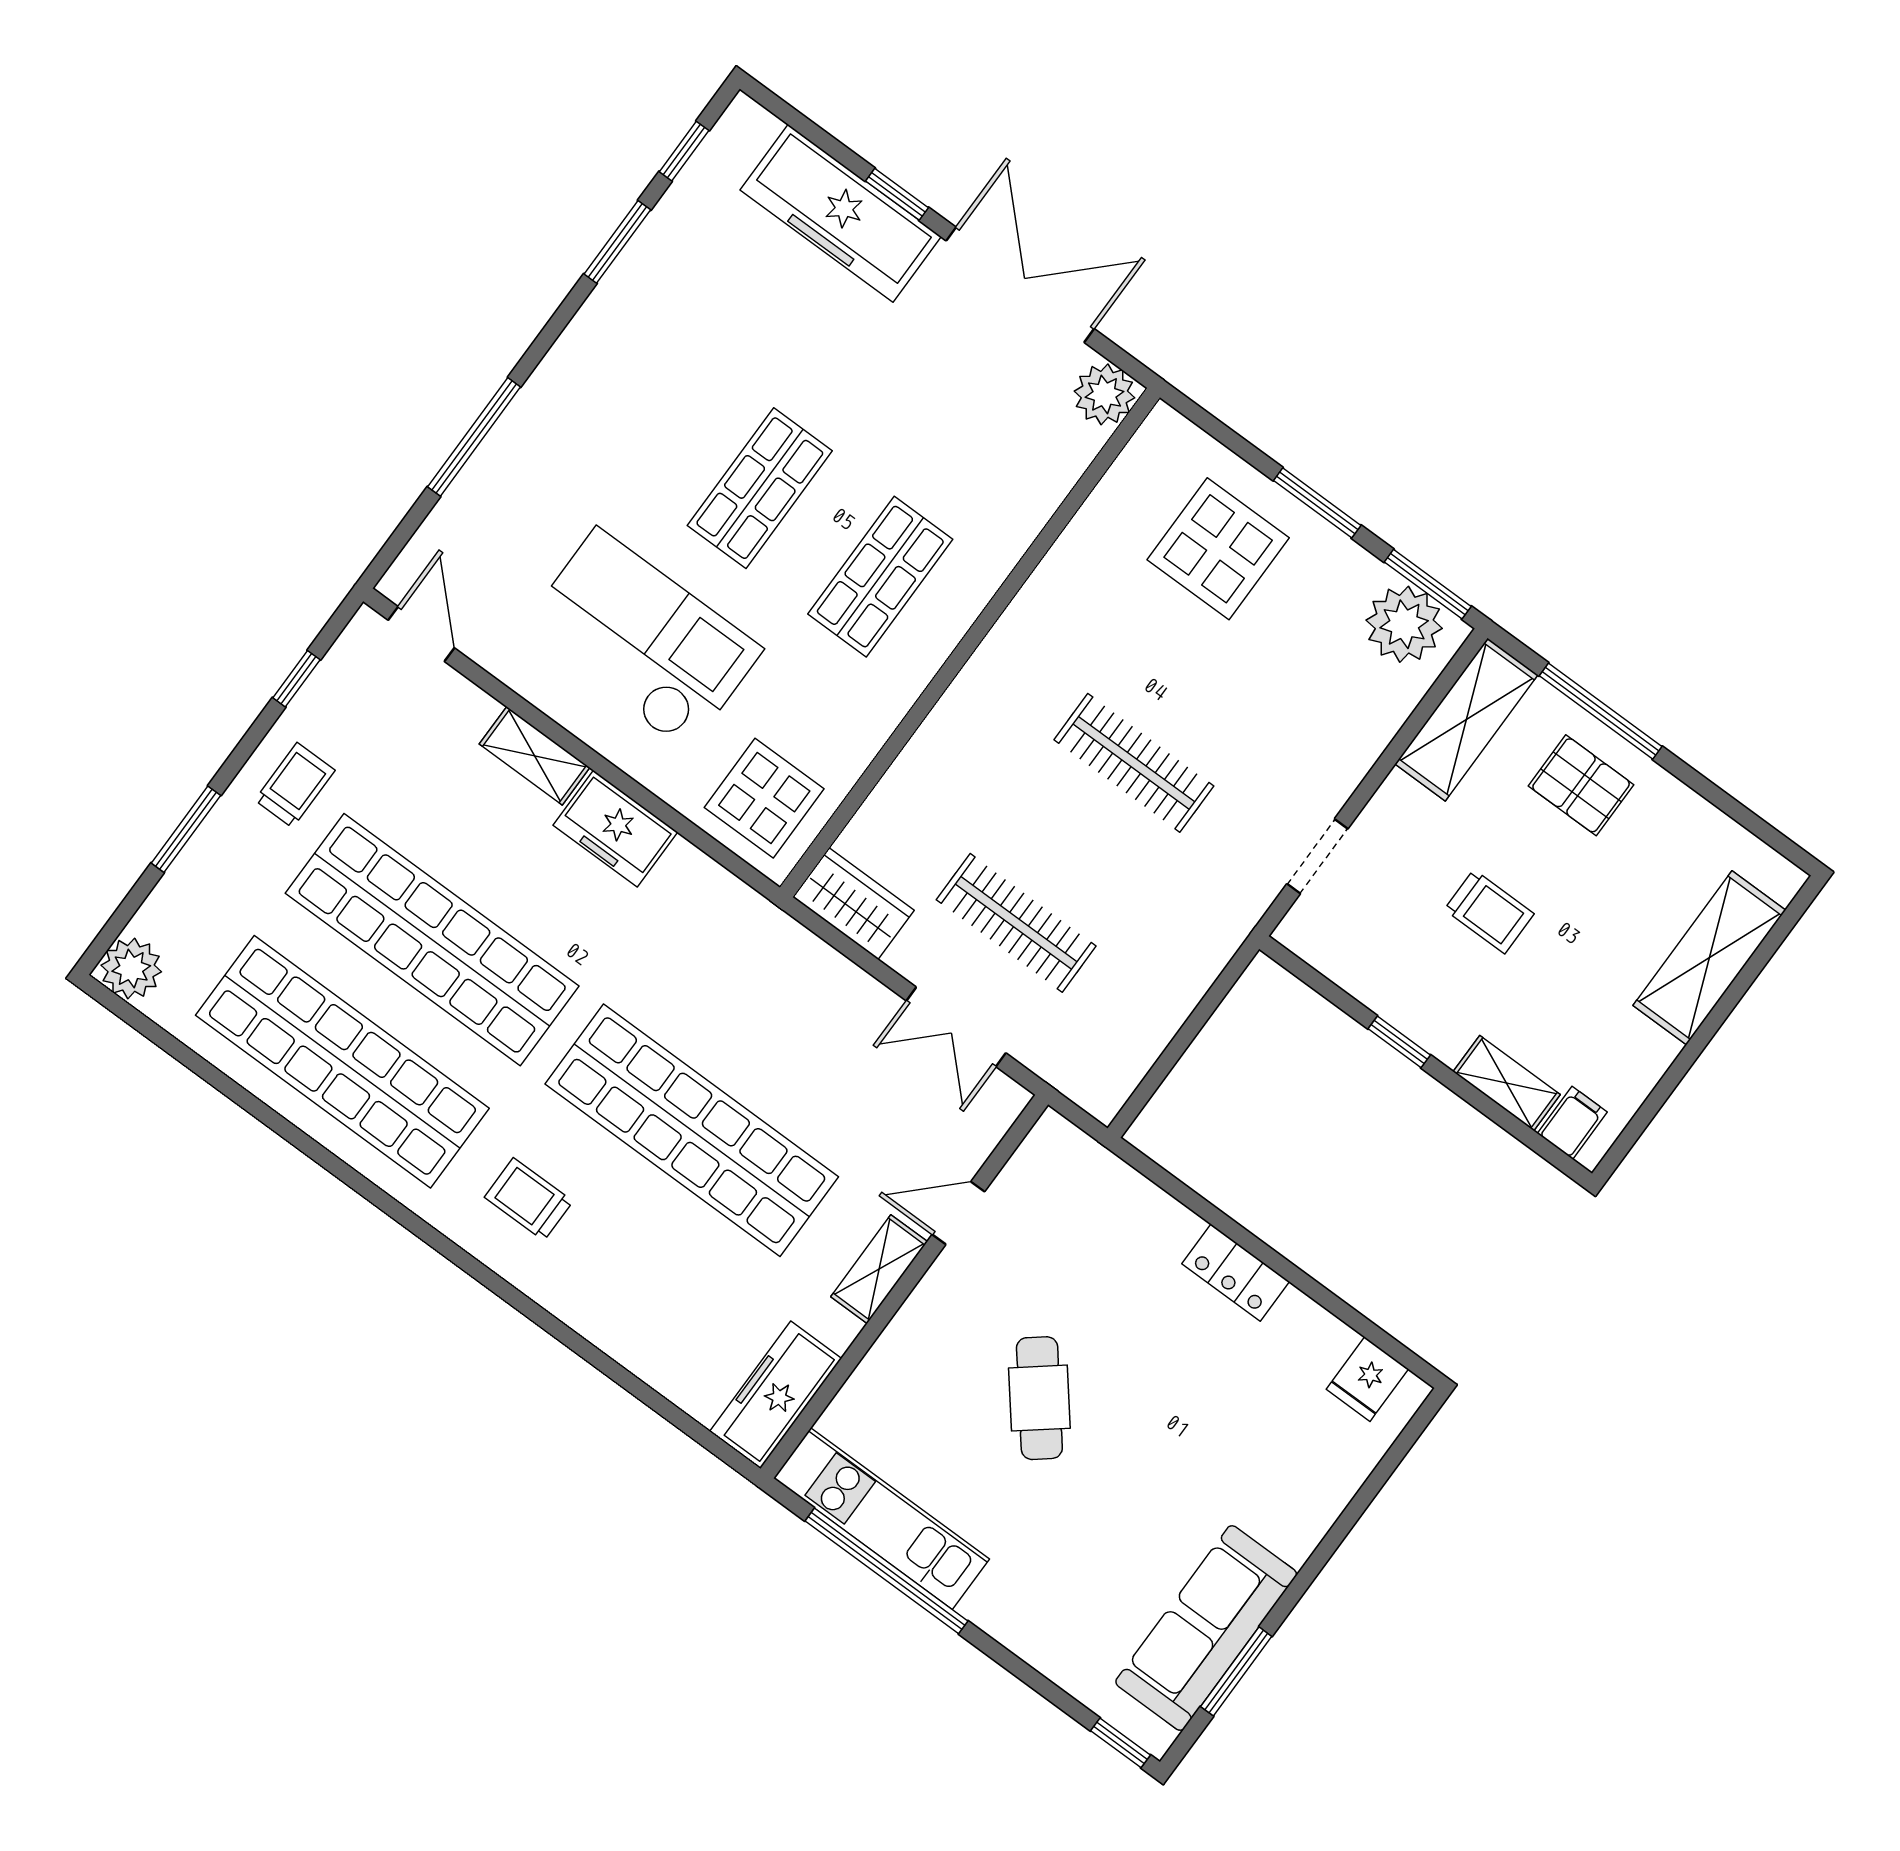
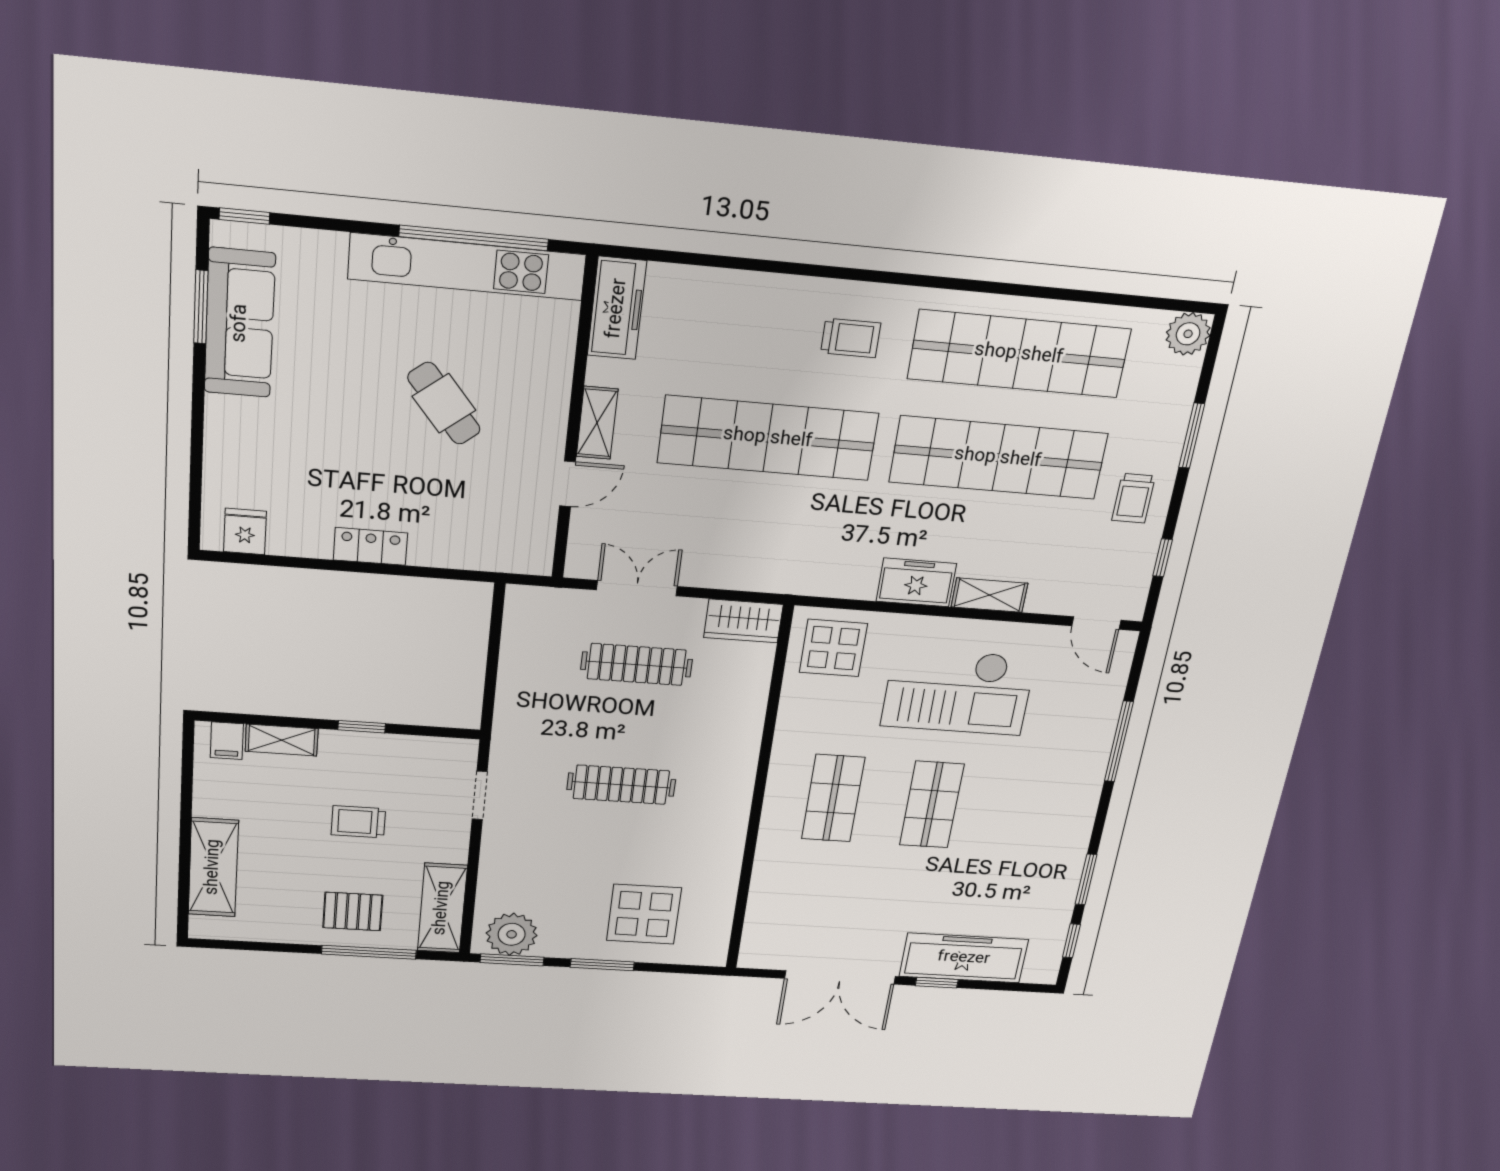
plant: (1104, 394) -> (759, 952), removed
kitchen unit: (881, 1519) -> (467, 267), width x1.36

